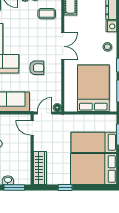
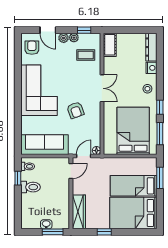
armchair: (37, 68) -> (75, 110), turned 70
door: (32, 128) -> (71, 171), swing flipped

